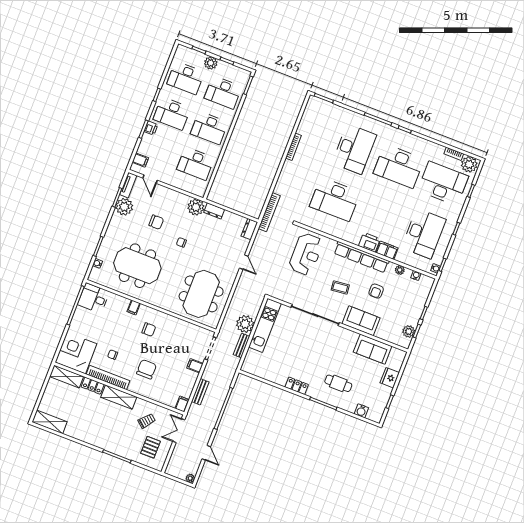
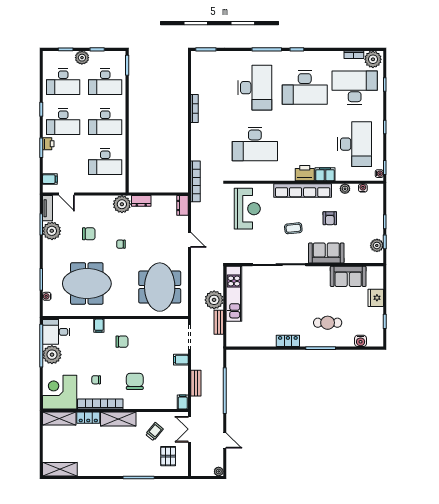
plant: (82, 317) -> (52, 355), added

